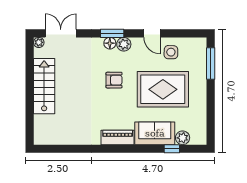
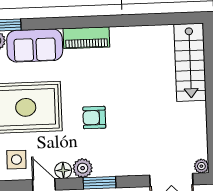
floor lamp: (110, 43) -> (63, 170), moved
stairs: (44, 86) -> (190, 62), moved

